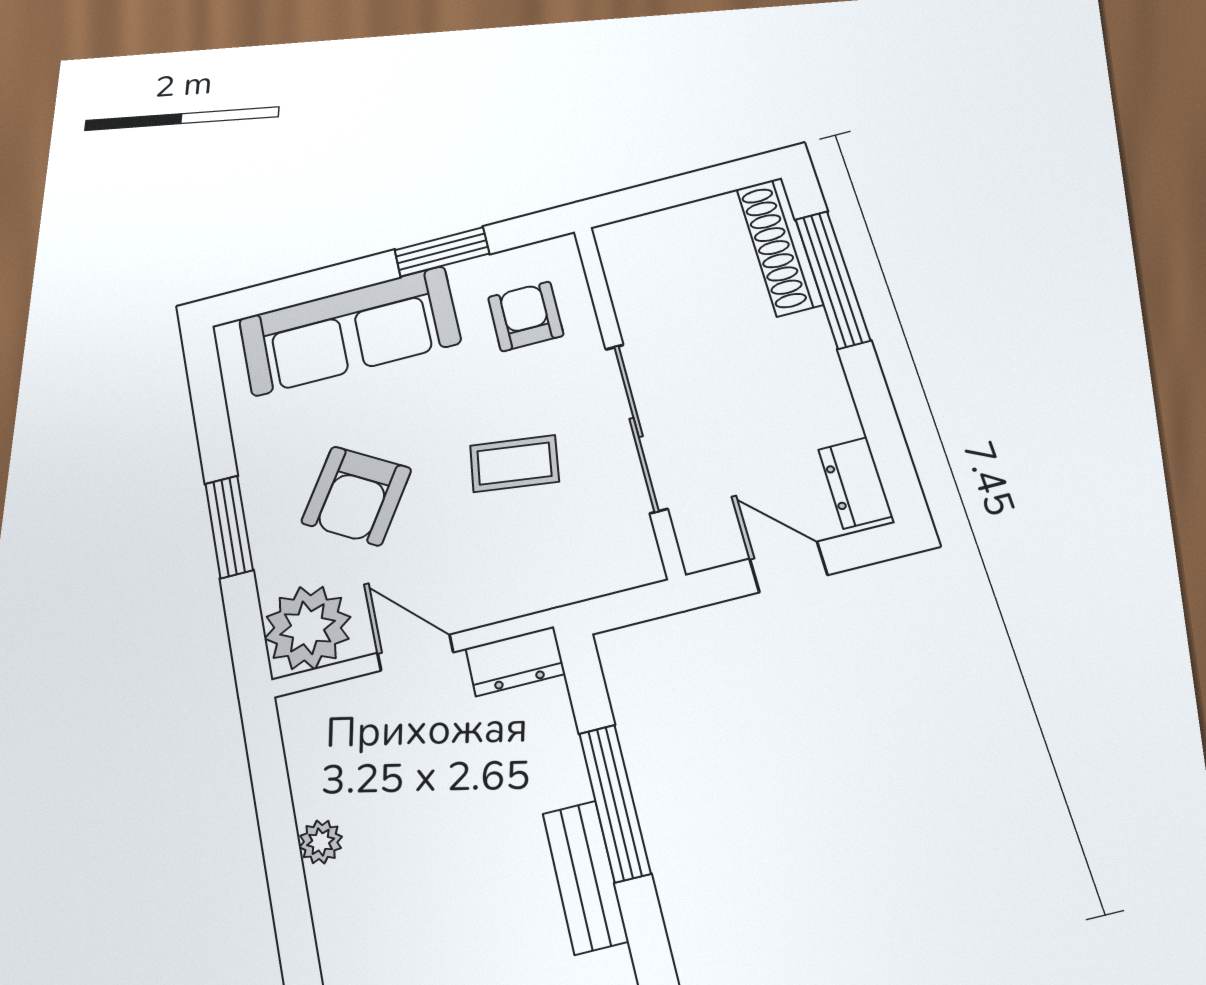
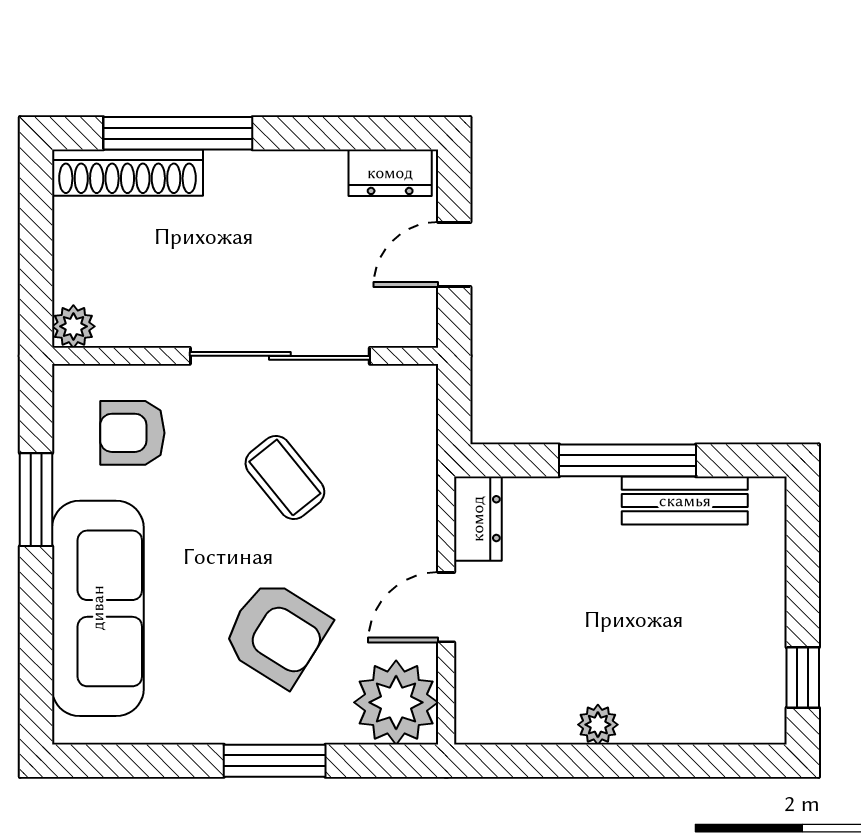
plant: (616, 240) -> (73, 326), added
coffee table: (514, 464) -> (285, 477), turned -47

